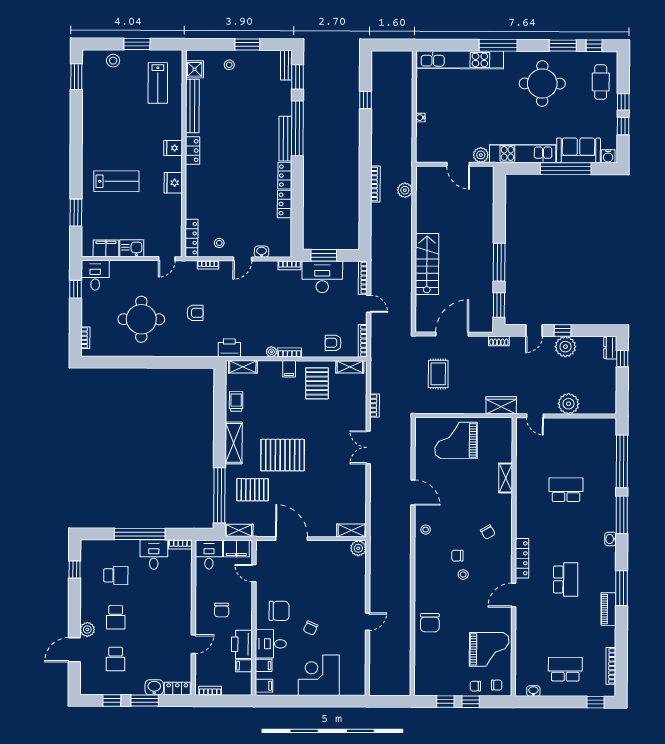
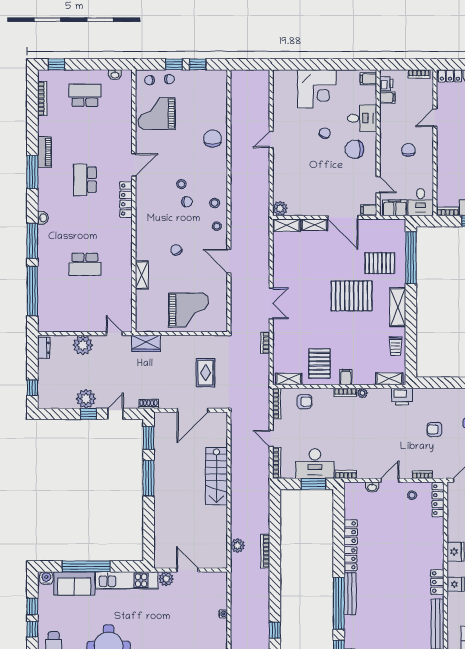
dresser: (610, 348) -> (44, 348), moved
shelving: (239, 530) -> (314, 225), moved
chair: (488, 532) -> (176, 250), moved
stool: (428, 554) -> (215, 203), added
printer: (242, 644) -> (386, 83), moved, width x0.53, depth x0.68
filing cabinet: (264, 665) -> (369, 210), moved
school desk: (565, 669) -> (85, 95), turned 180

